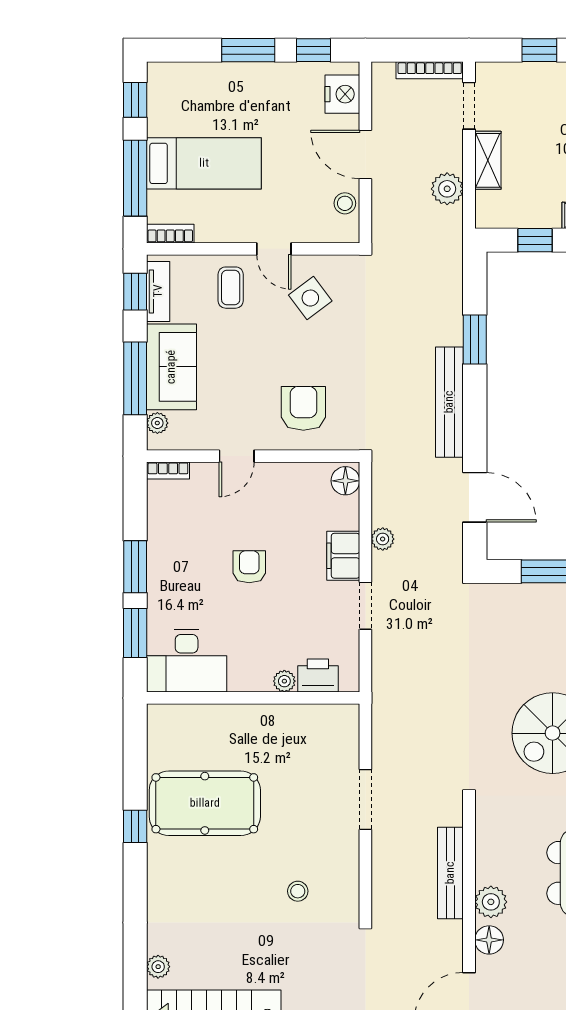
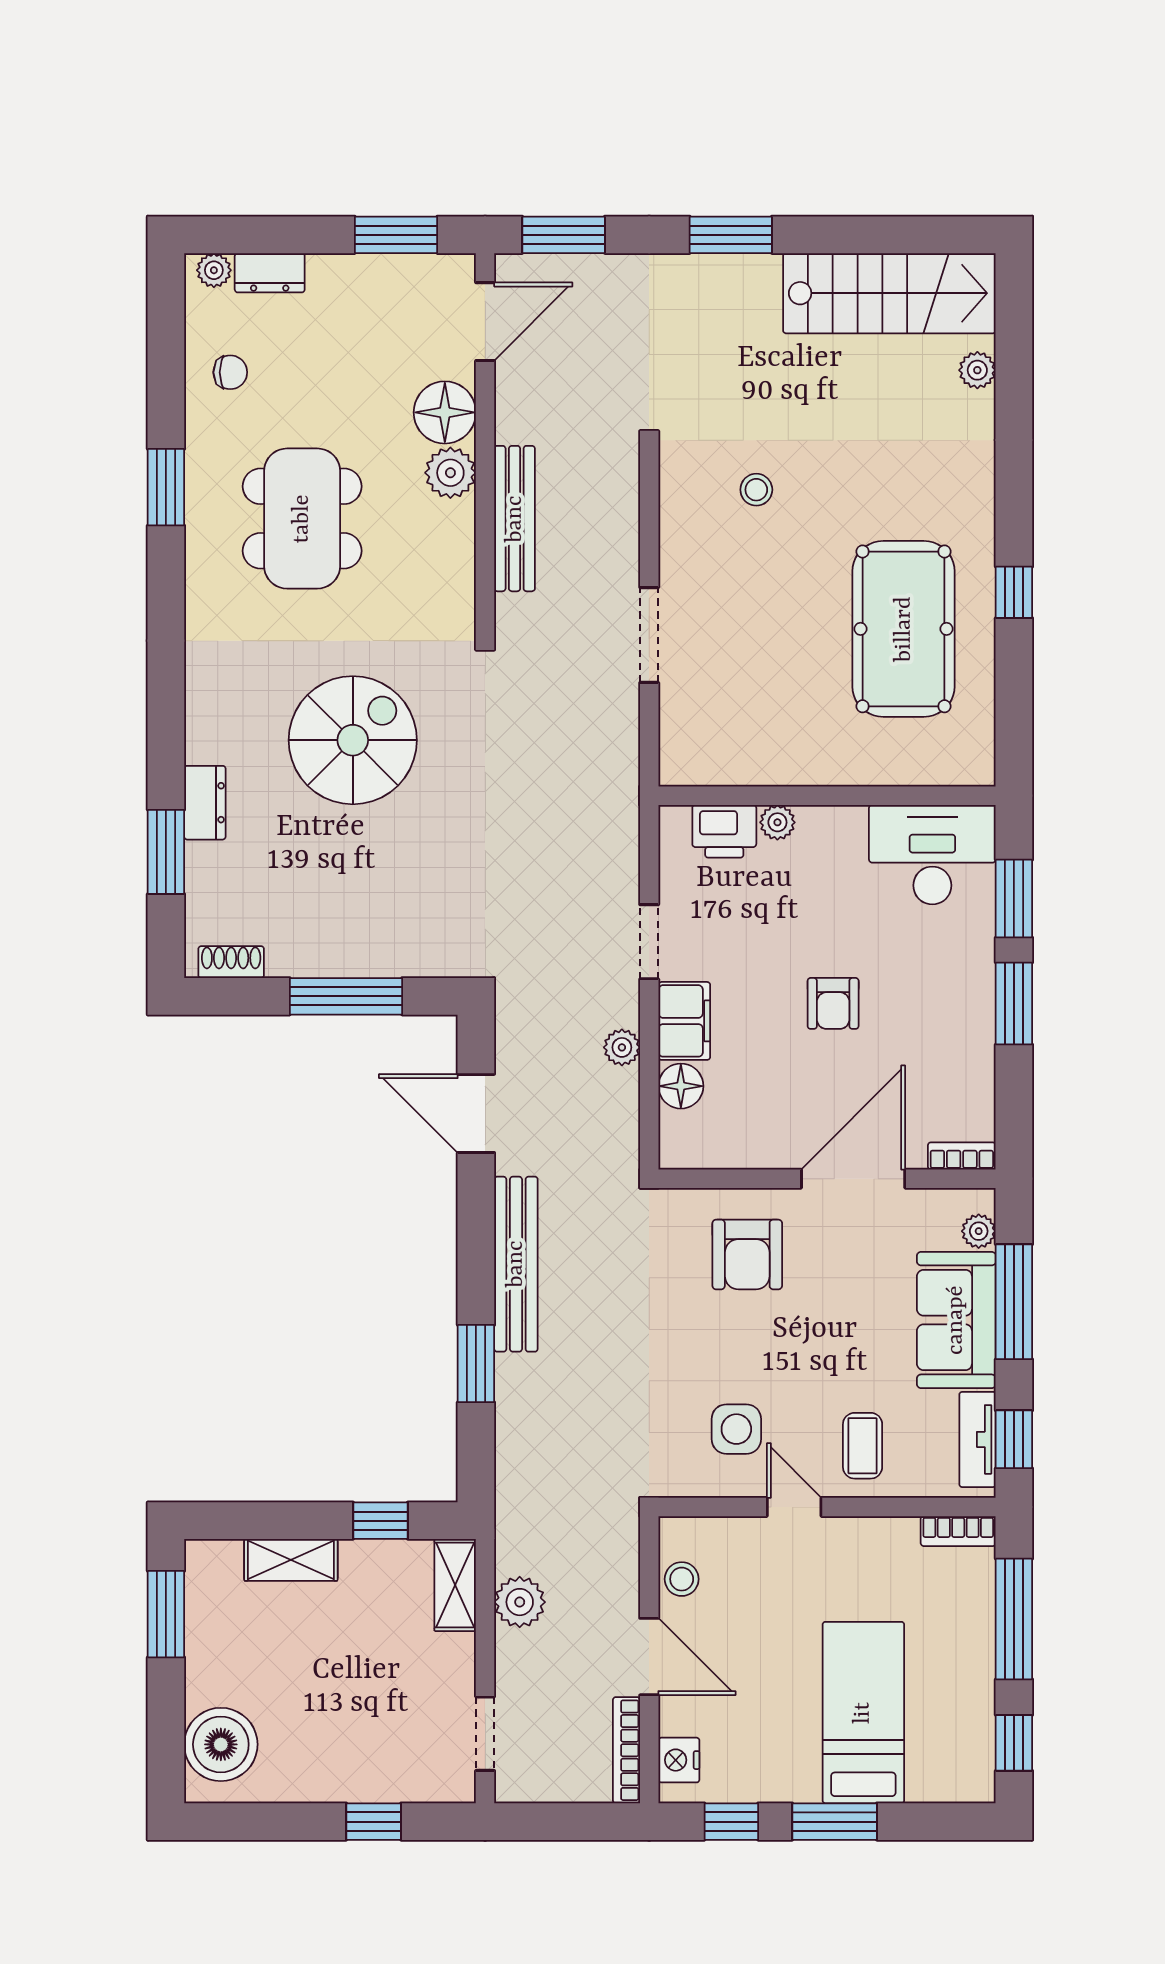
bookcase: (430, 70) -> (626, 1750), moved, turned -90
nightstand: (342, 94) -> (679, 1760), width x0.74, depth x0.75
shelving: (488, 160) -> (455, 1585), moved
bed: (204, 163) -> (863, 1713), moved, turned 90
side table: (310, 298) -> (736, 1429), turned 37
door: (237, 456) -> (853, 1179), width x1.88
floor lamp: (345, 481) -> (681, 1086), moved
pool table: (205, 803) -> (904, 629), turned 90
floor lamp: (489, 940) -> (445, 412), width x1.38, depth x1.38

